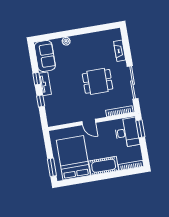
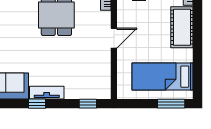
window: (41, 101) -> (88, 104), moved
bed: (73, 158) -> (163, 77), width x0.67

